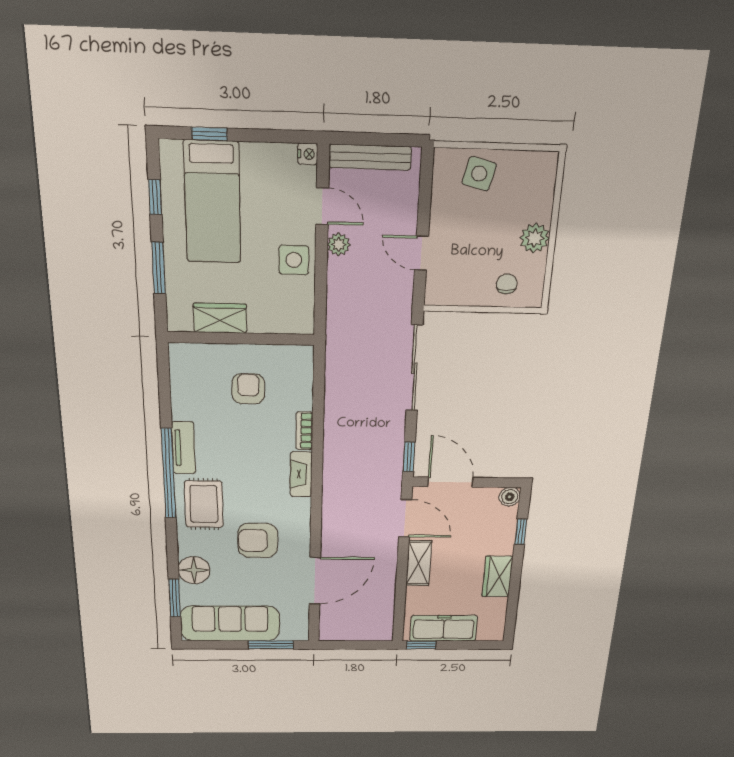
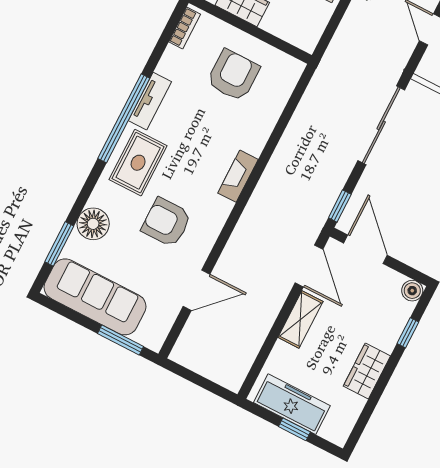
armchair: (248, 389) -> (233, 75), width x1.38, depth x1.38
bookcase: (304, 431) -> (185, 28), moved, turned 180
door: (315, 581) -> (197, 290), width x0.73
window: (421, 645) -> (294, 429), moved

